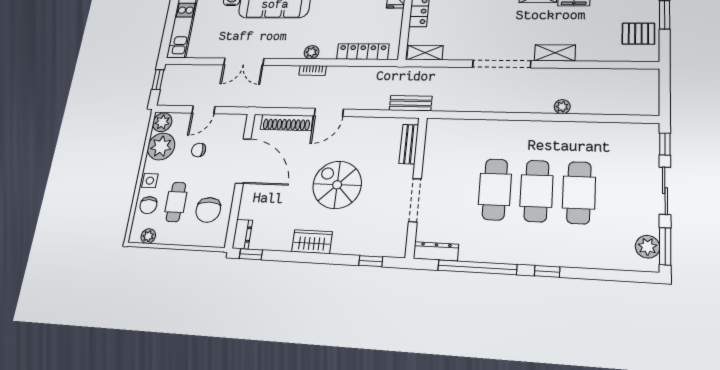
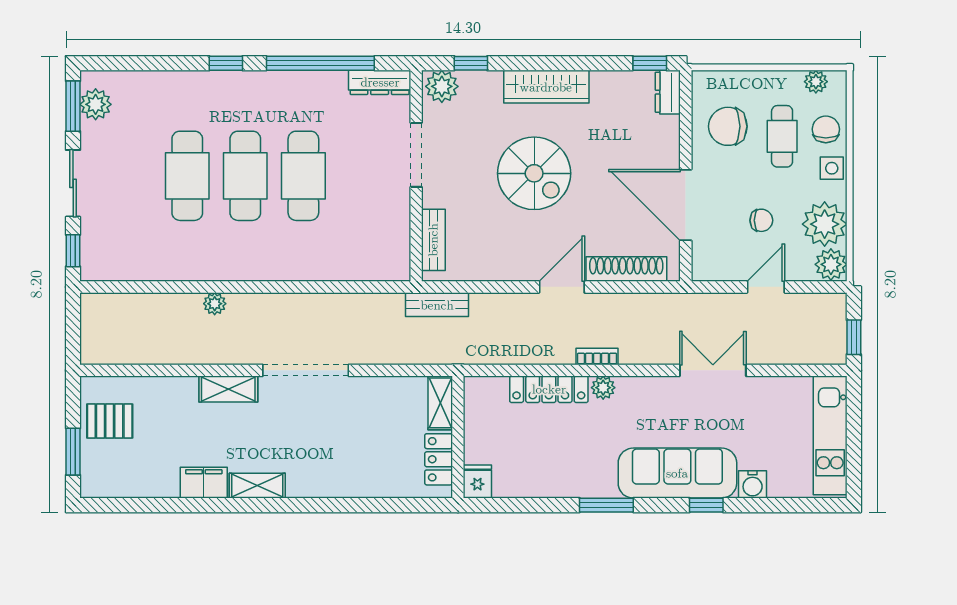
locker: (363, 52) -> (549, 389), moved
shelving: (425, 53) -> (440, 403), moved, turned 90
chair: (208, 210) -> (728, 126), turned -90
wardrobe: (312, 242) -> (546, 87), width x1.50
plant: (393, 246) -> (442, 86), added

